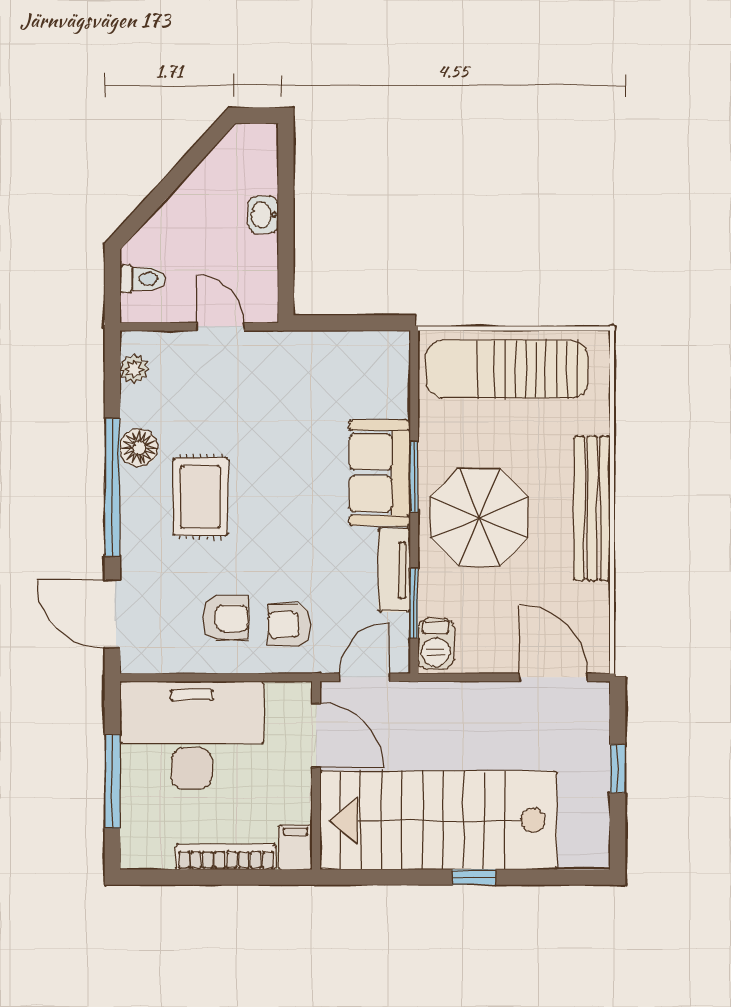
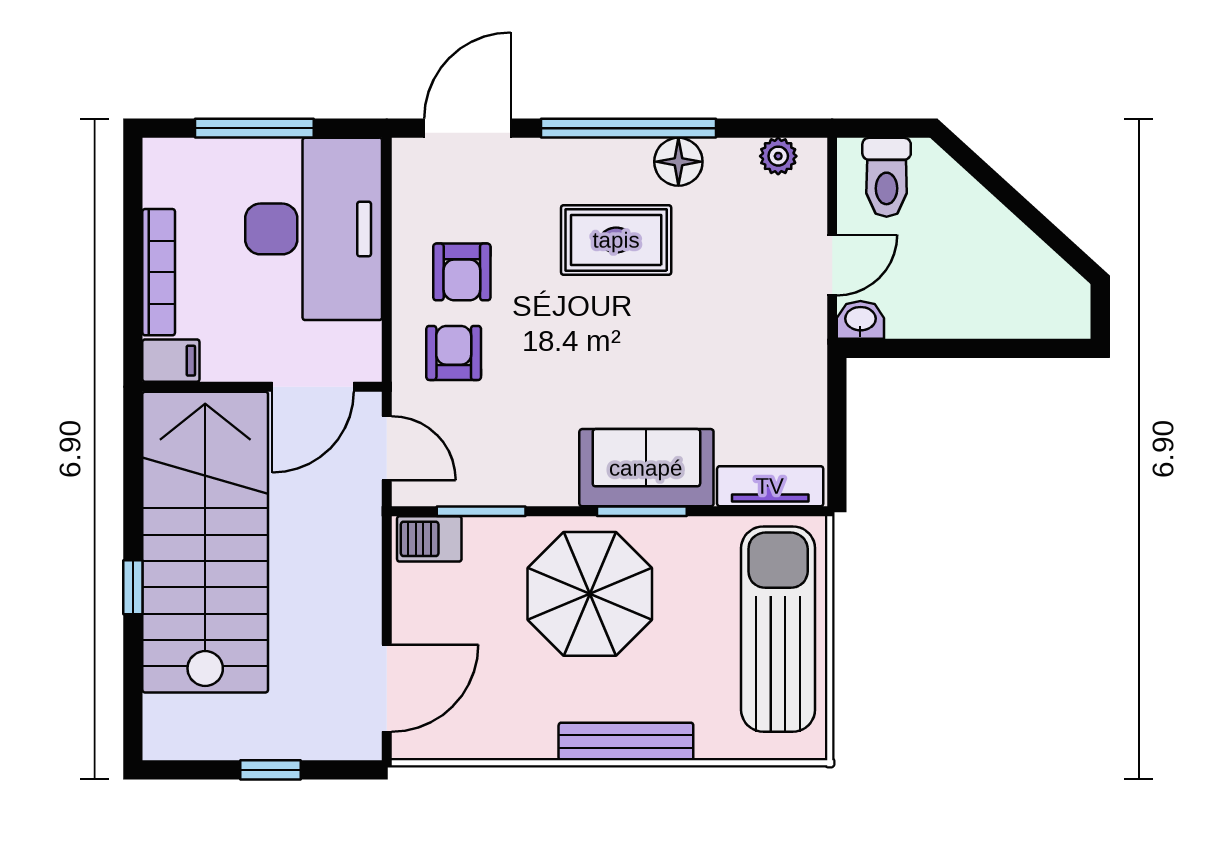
washbasin: (263, 215) -> (860, 320), moved
toilet: (142, 279) -> (887, 177), width x1.37, depth x1.39
bench: (592, 508) -> (626, 741), width x0.73, depth x0.82
tv unit: (394, 570) -> (770, 486), moved

